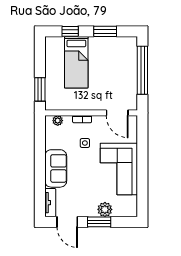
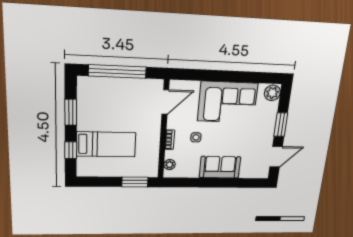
tv unit: (50, 203) -> (254, 173), removed
plant: (105, 209) -> (272, 93), moved

